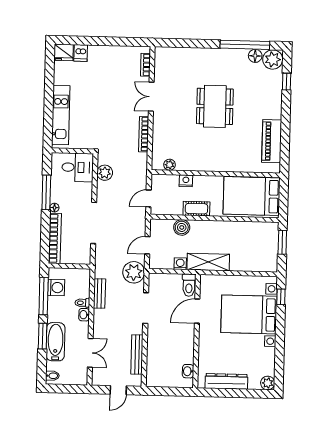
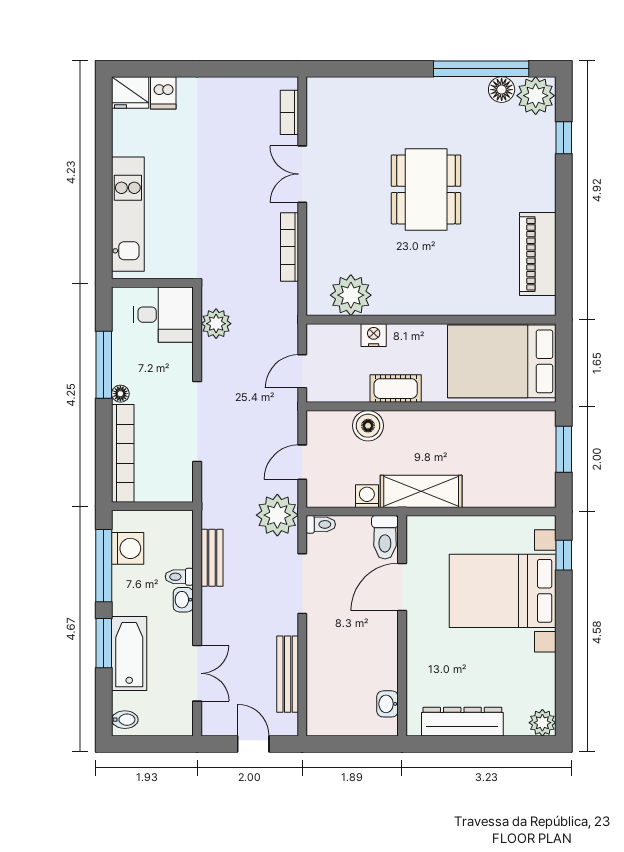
plant: (170, 165) -> (351, 295), width x1.88, depth x1.88
toilet: (156, 278) -> (321, 524), added
door: (118, 390) -> (253, 744), swing flipped

